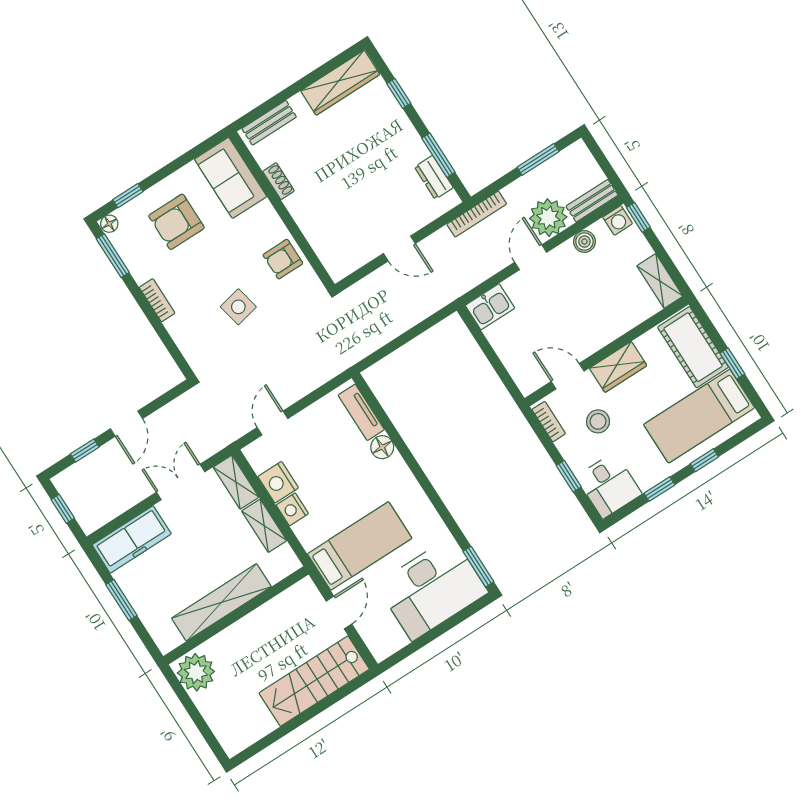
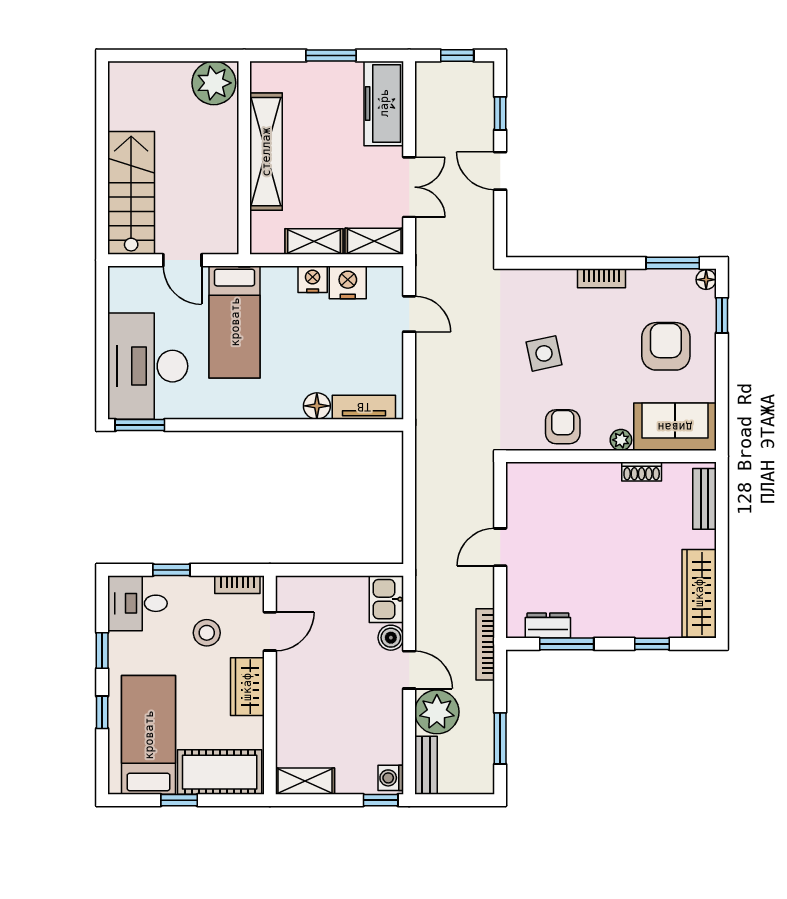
plant: (265, 211) -> (621, 440), added
boiler: (584, 242) -> (391, 638), moved

